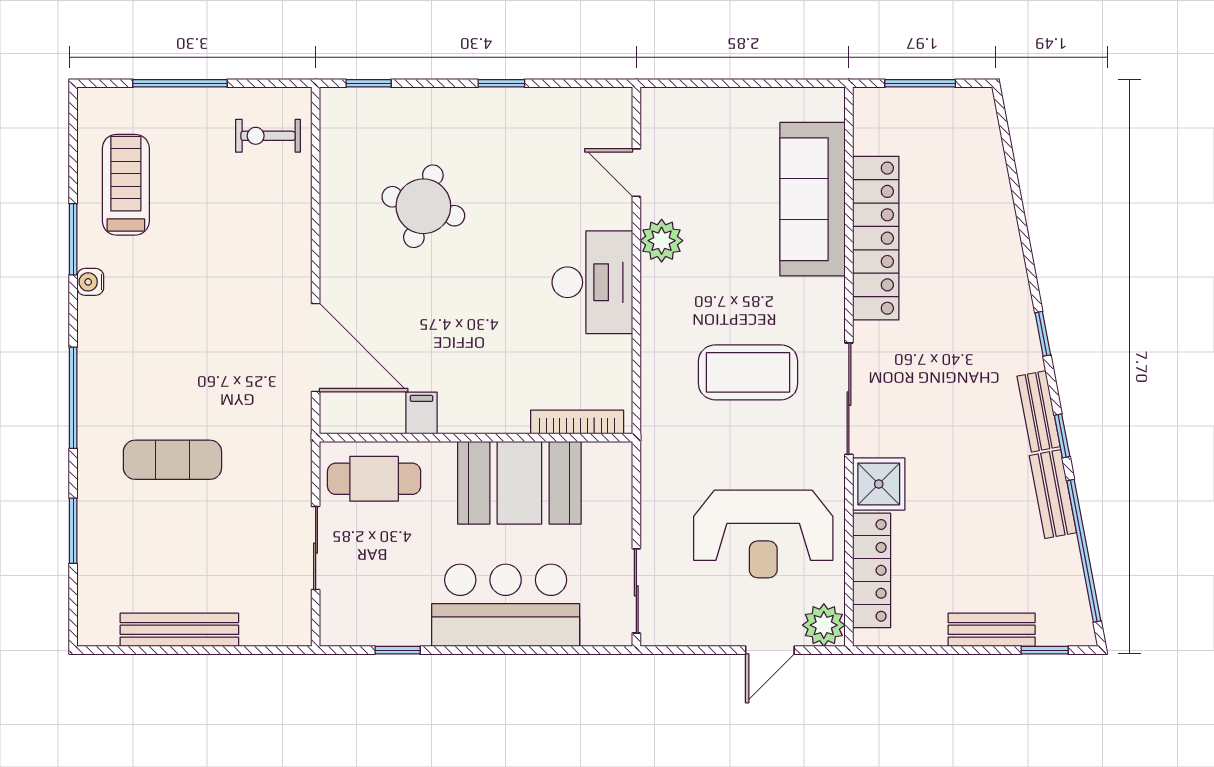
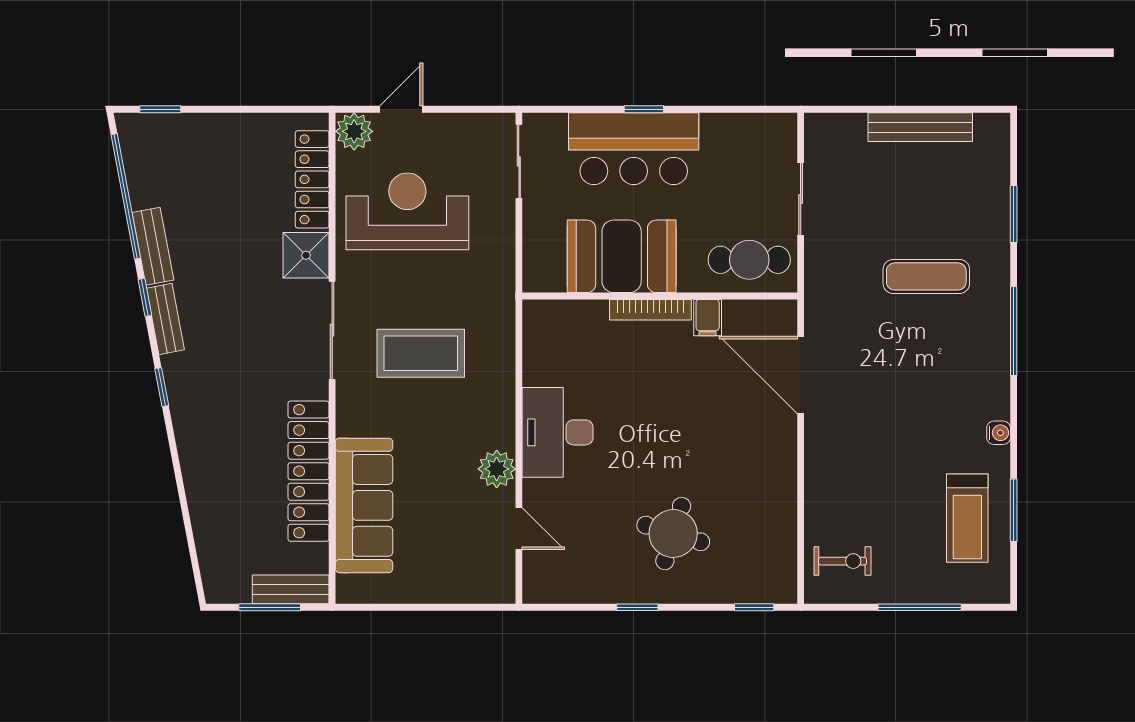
round table: (423, 206) -> (673, 533), moved
window: (73, 239) -> (1014, 510), moved
bookcase: (577, 422) -> (650, 310), moved
bench: (992, 630) -> (291, 589), moved
window: (398, 650) -> (644, 109), moved

